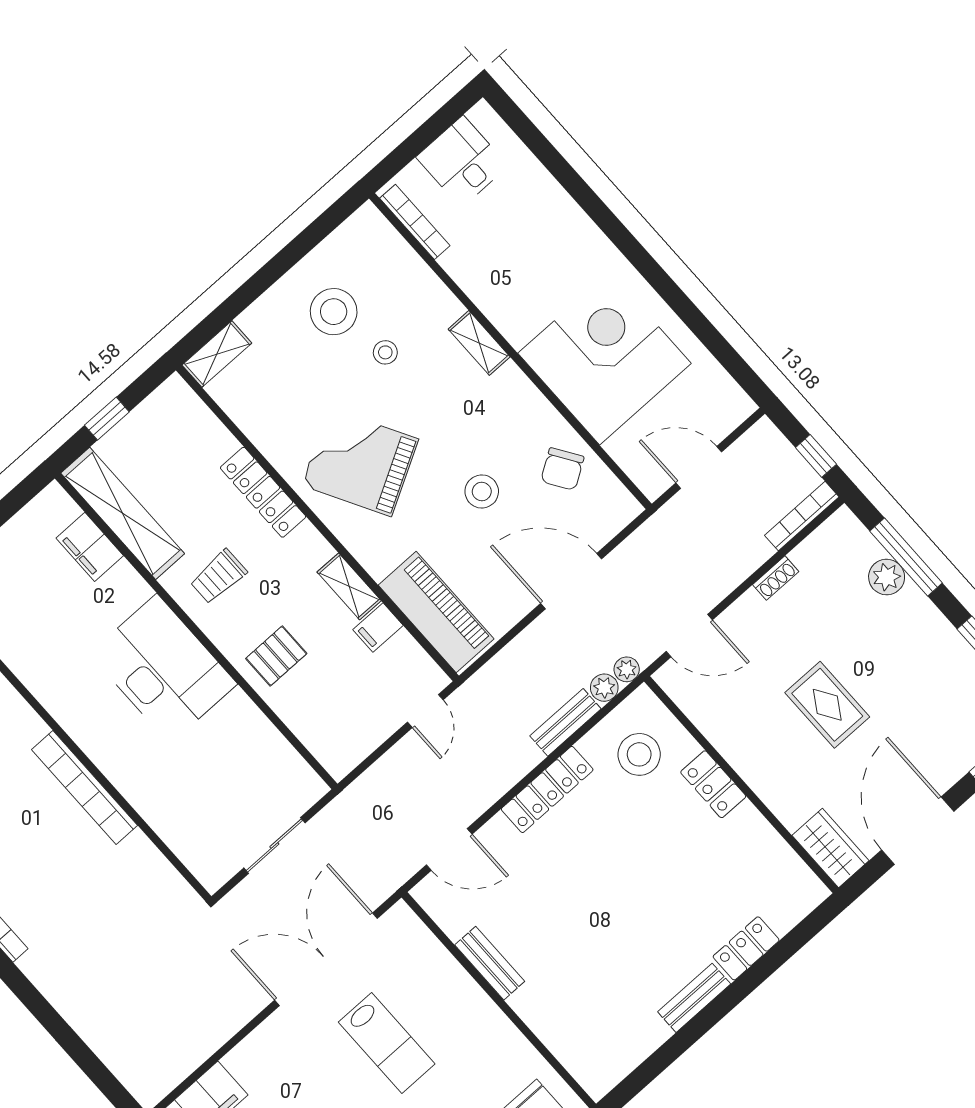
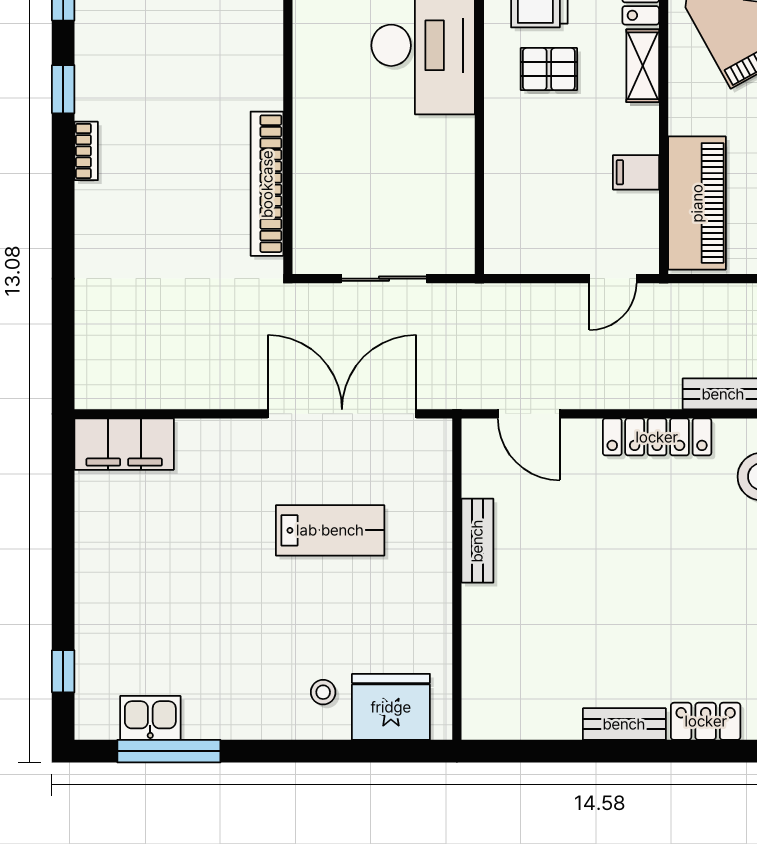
shelving: (349, 586) -> (643, 66), moved
pallet: (276, 656) -> (549, 69), moved
bookcase: (85, 788) -> (267, 184), moved
lab bench: (387, 1043) -> (330, 530), turned -90

